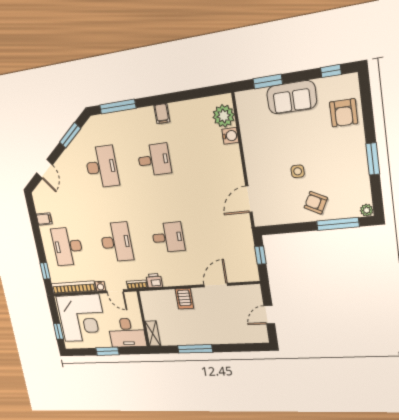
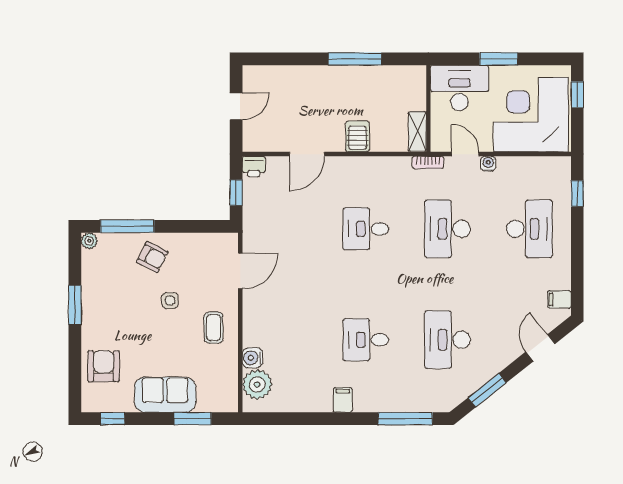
coffee table: (262, 155) -> (214, 328), added
filing cabinet: (44, 219) -> (559, 299), moved
printer: (154, 281) -> (254, 167), moved
bookcase: (73, 287) -> (534, 164), removed
shelving: (153, 333) -> (417, 132), moved

